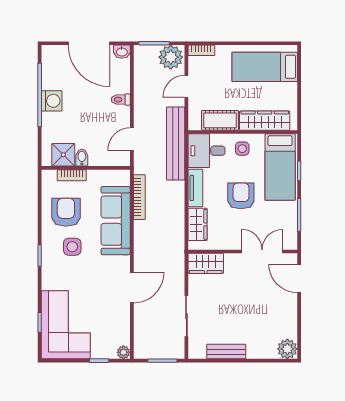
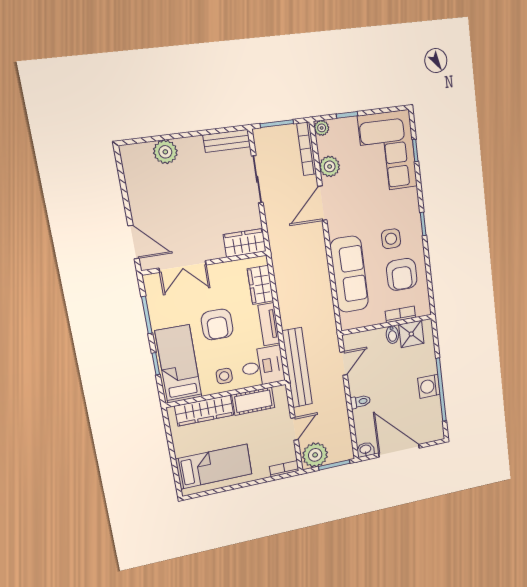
bookcase: (139, 197) -> (307, 149), moved
plant: (121, 319) -> (330, 166), added
plant: (287, 349) -> (165, 152), moved
bench: (226, 352) -> (227, 141), moved

